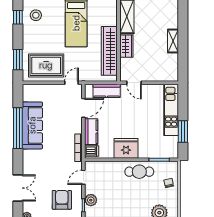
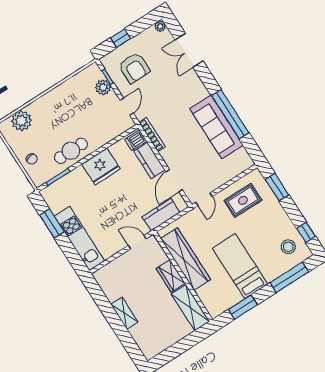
rug: (46, 65) -> (243, 200), width x0.73, depth x0.70

